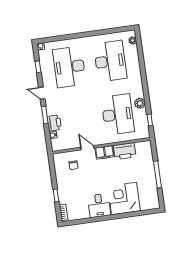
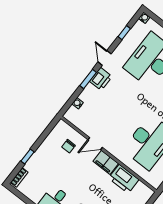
printer: (54, 123) -> (101, 79), moved
door: (87, 148) -> (95, 144), swing flipped

